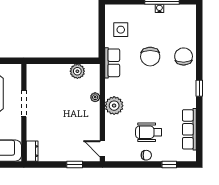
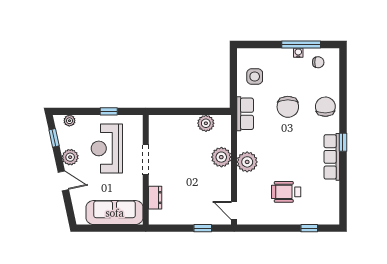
plant: (95, 97) -> (221, 157), width x1.87, depth x1.87
row of seats: (189, 129) -> (332, 157), moved
dresser: (32, 151) -> (155, 198), moved
chair: (146, 155) -> (318, 62), moved

